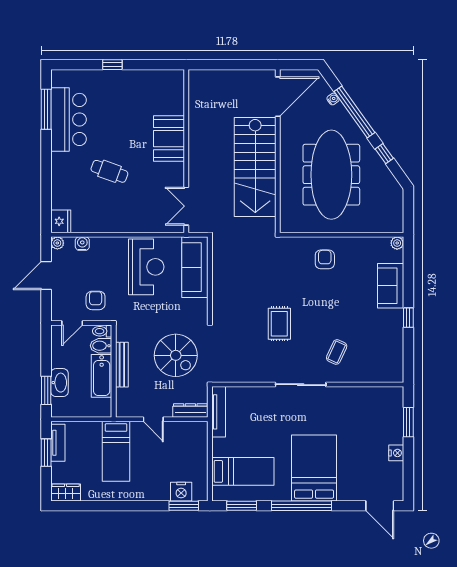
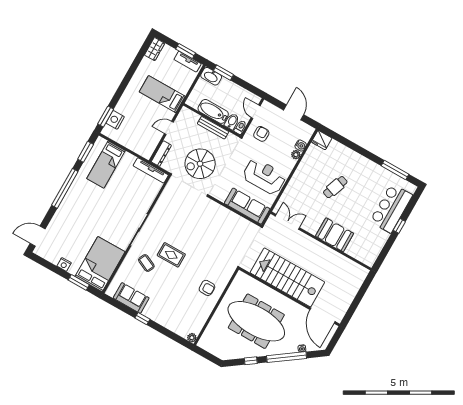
bar counter: (69, 119) -> (391, 208), moved, turned 90
plant: (57, 243) -> (296, 155), moved
reception desk: (146, 267) -> (264, 176), turned 180
sofa: (391, 286) -> (131, 298), moved
armchair: (96, 300) -> (261, 134), turned -90
rug: (279, 324) -> (171, 255), moved
washbasin: (59, 383) -> (211, 76), moved
bed: (314, 468) -> (100, 264), moved, turned -90

